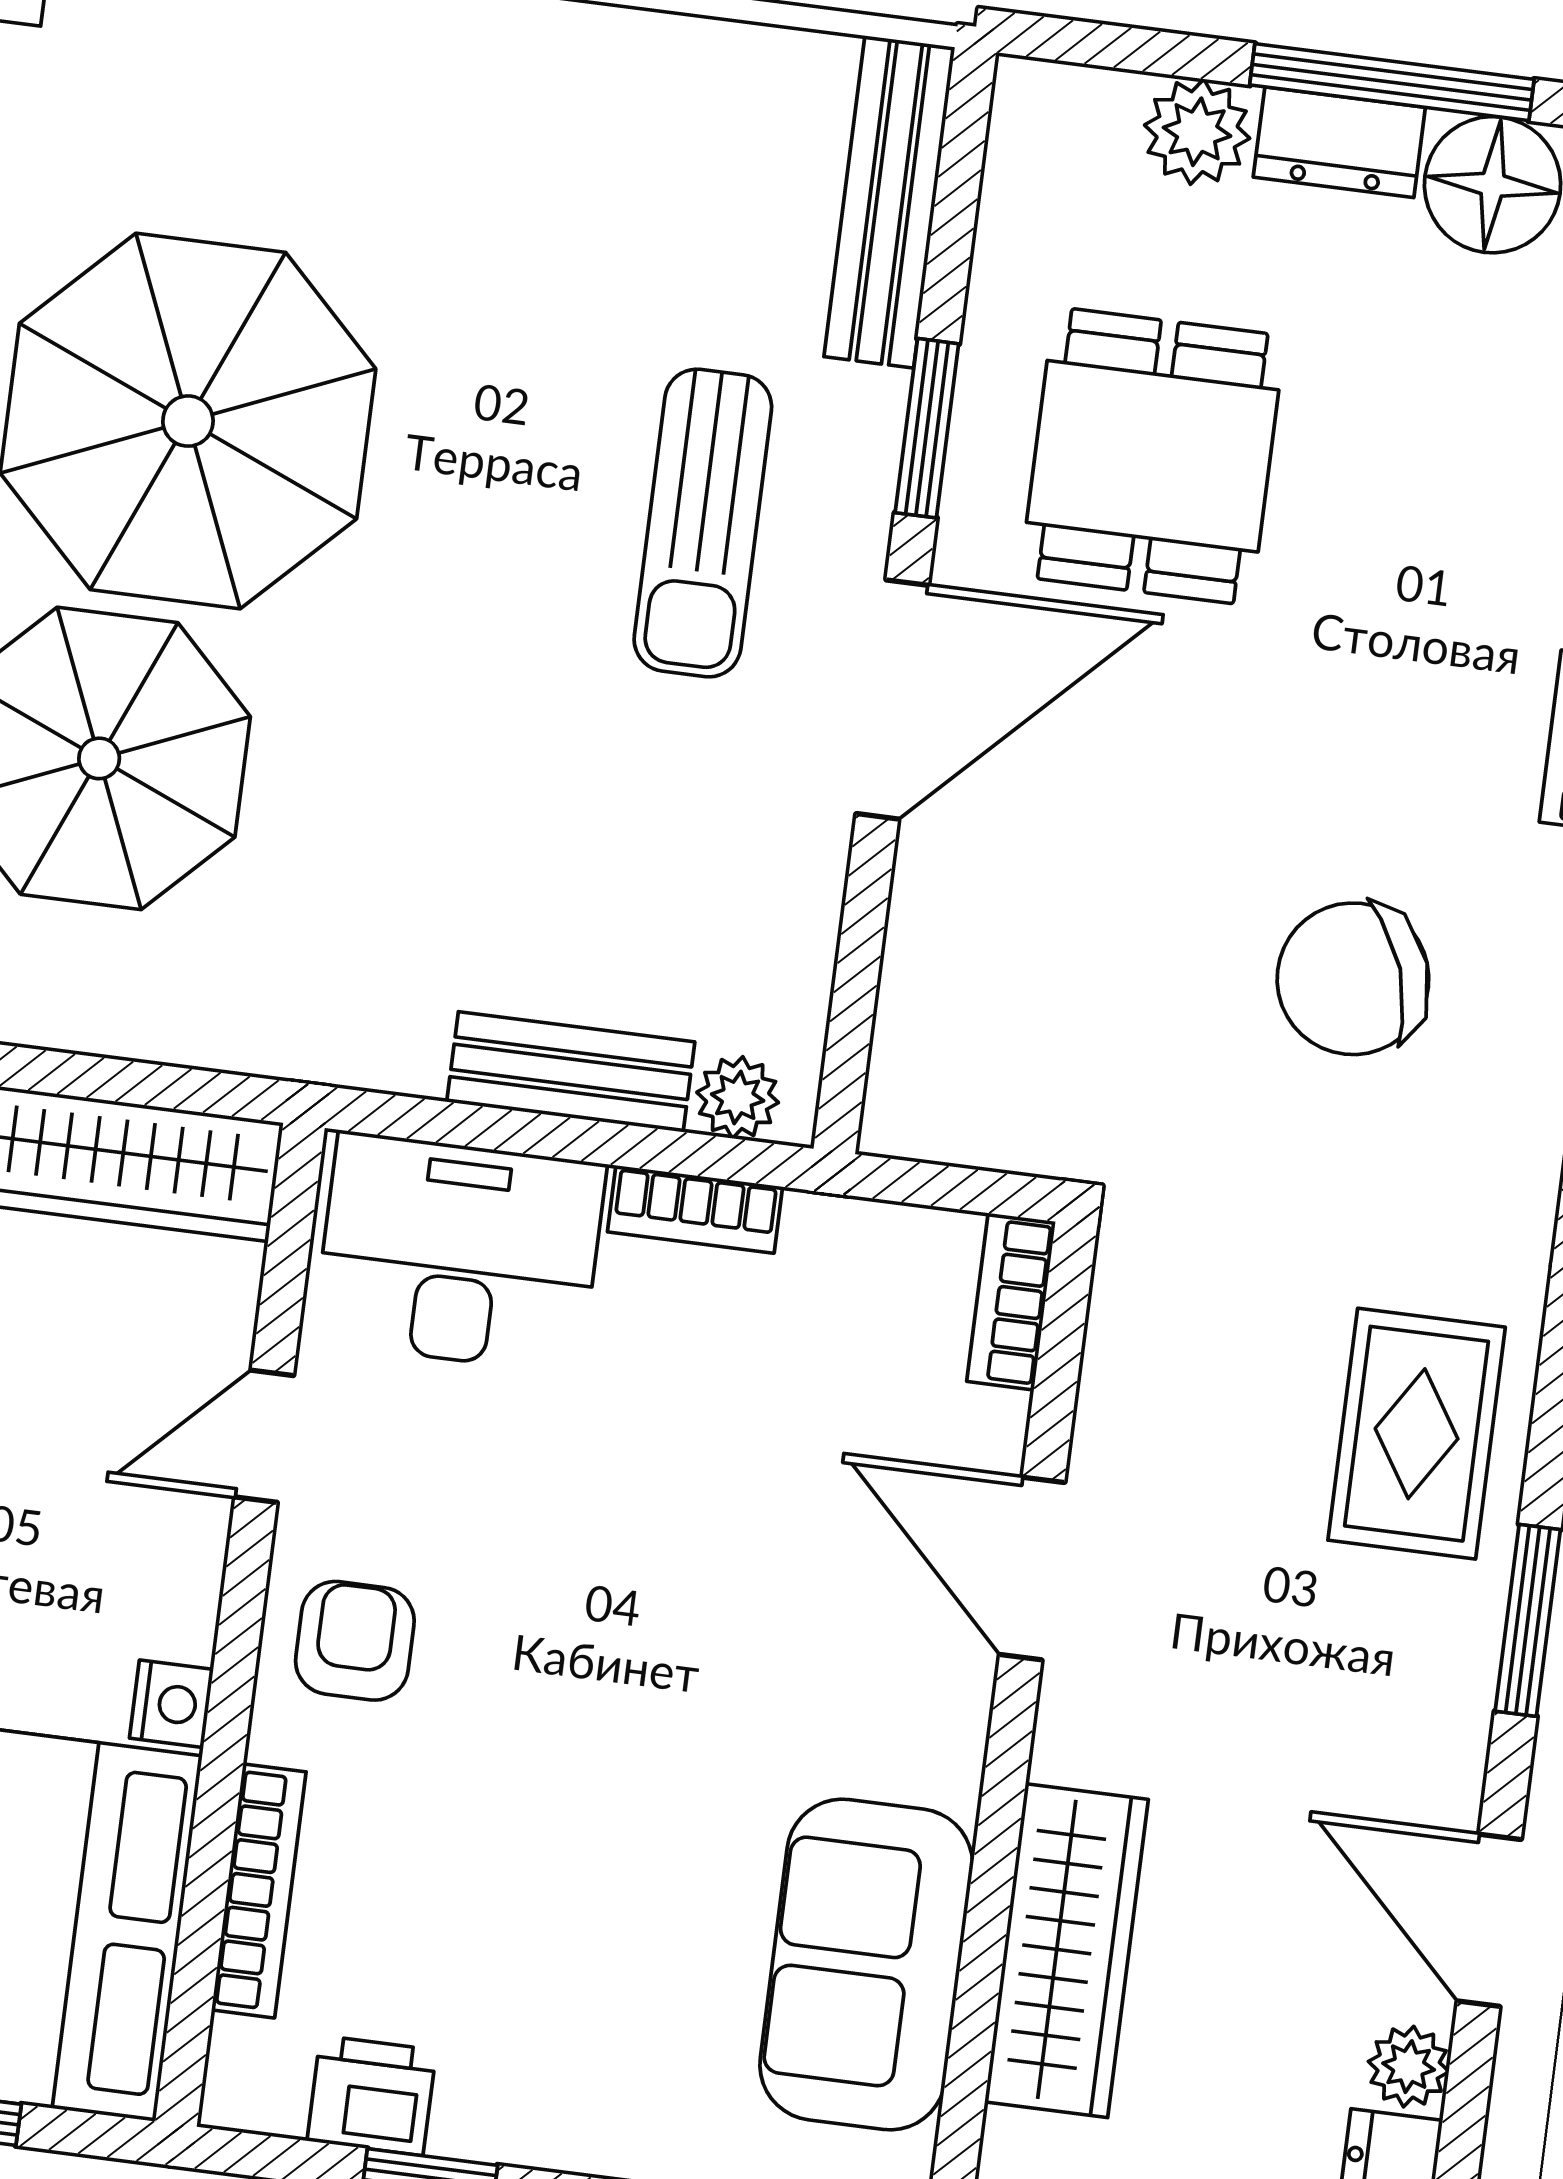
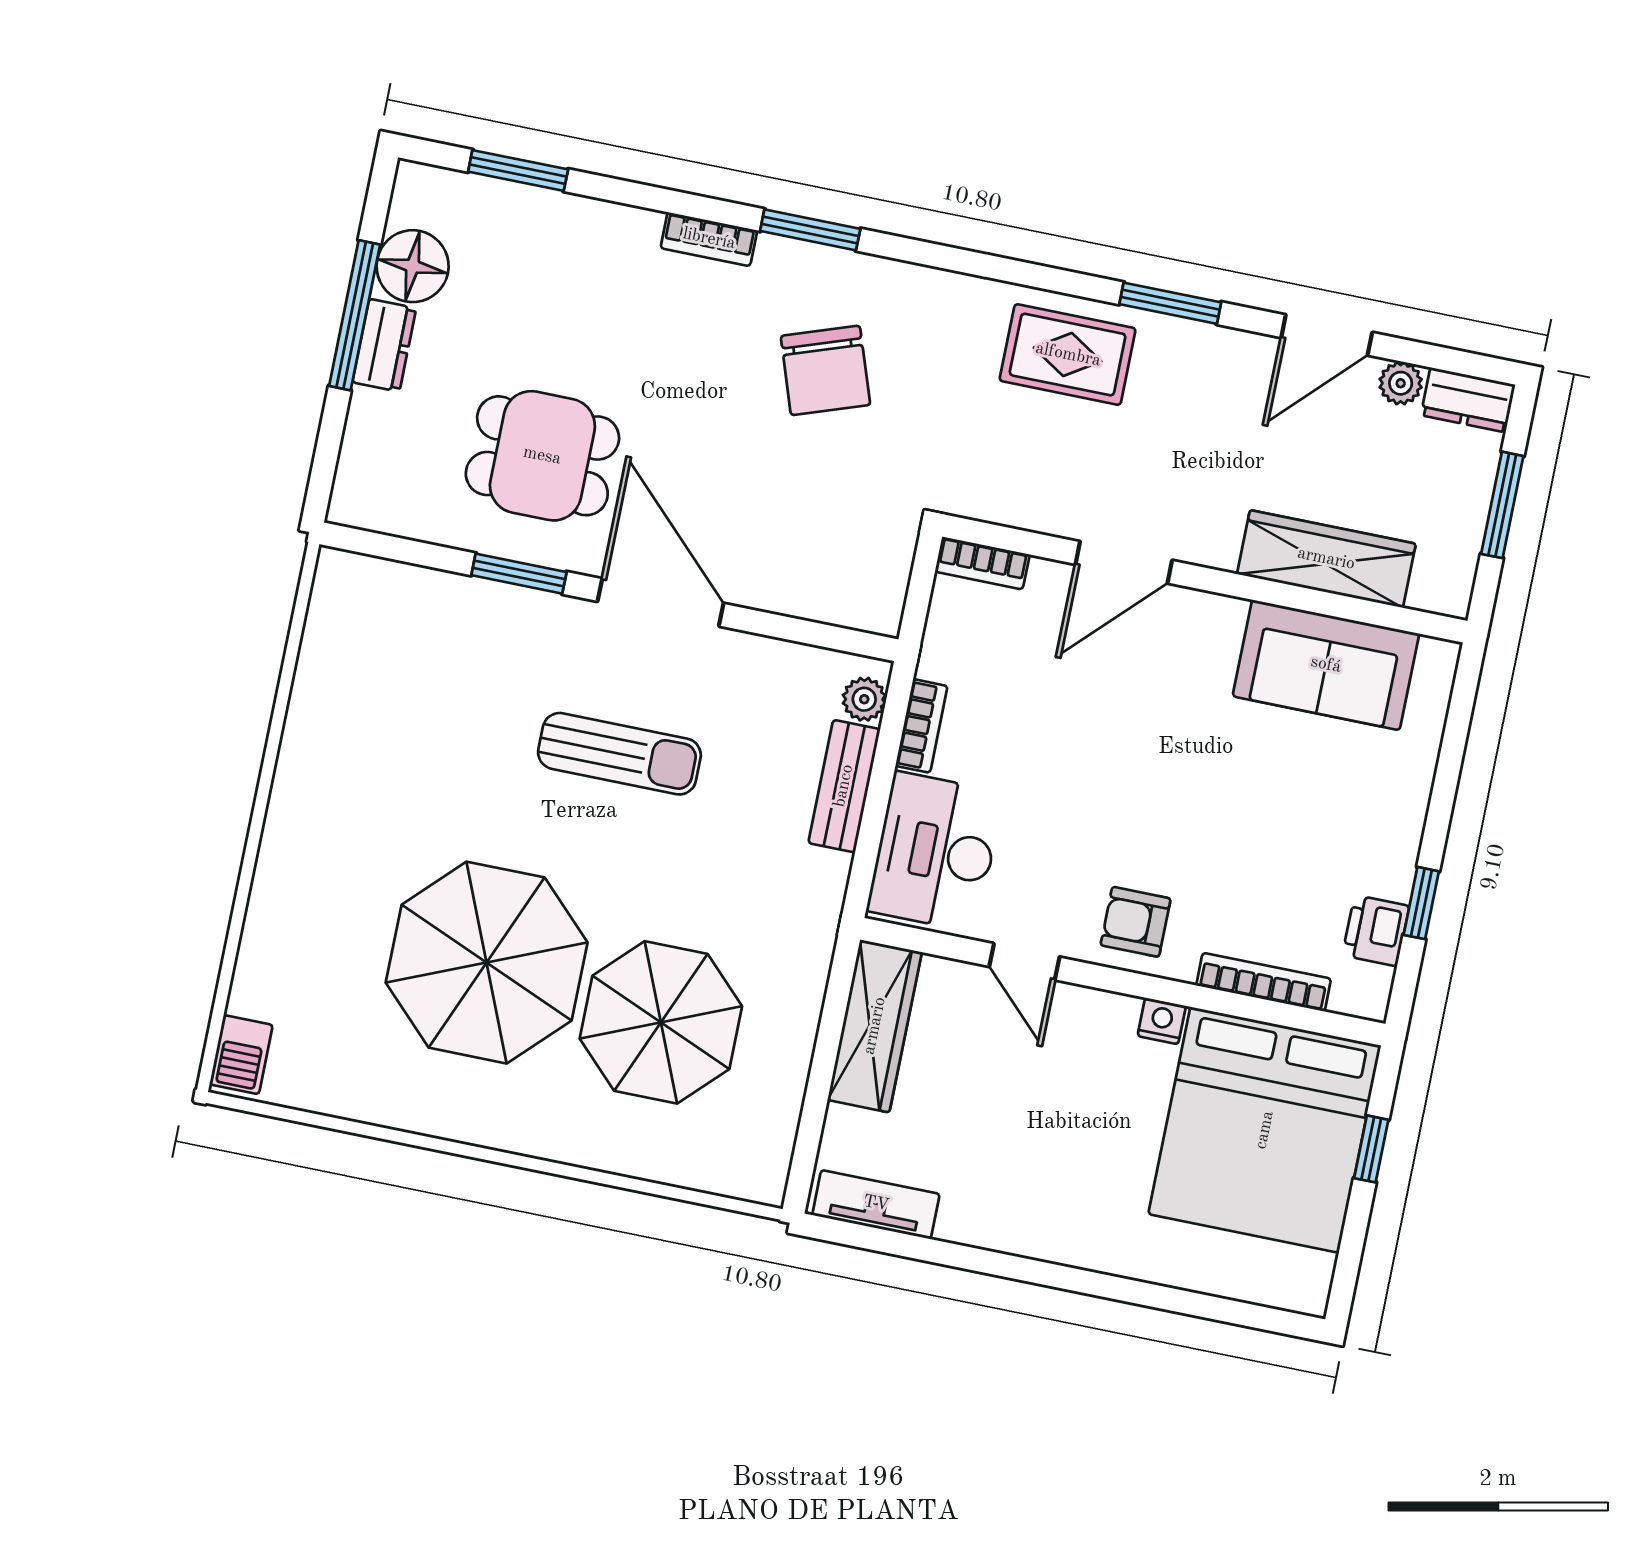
plant: (1197, 132) -> (373, 420), removed
bench: (889, 202) -> (398, 585), removed
sun lounger: (703, 523) -> (619, 754), moved

